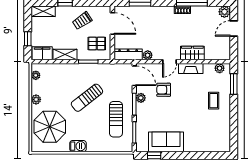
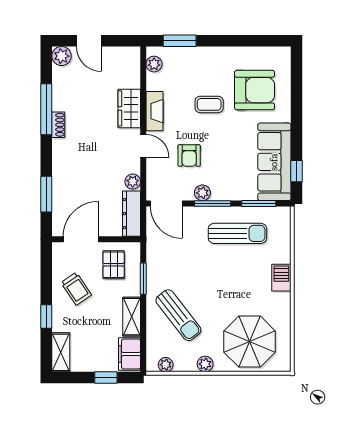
door: (134, 76) -> (166, 203), swing flipped
sun lounger: (87, 98) -> (178, 315), moved
coffee table: (214, 101) -> (209, 104), moved
armchair: (204, 130) -> (255, 90), added
sofa: (166, 142) -> (274, 162), width x1.36
barbecue: (78, 146) -> (281, 278), moved

